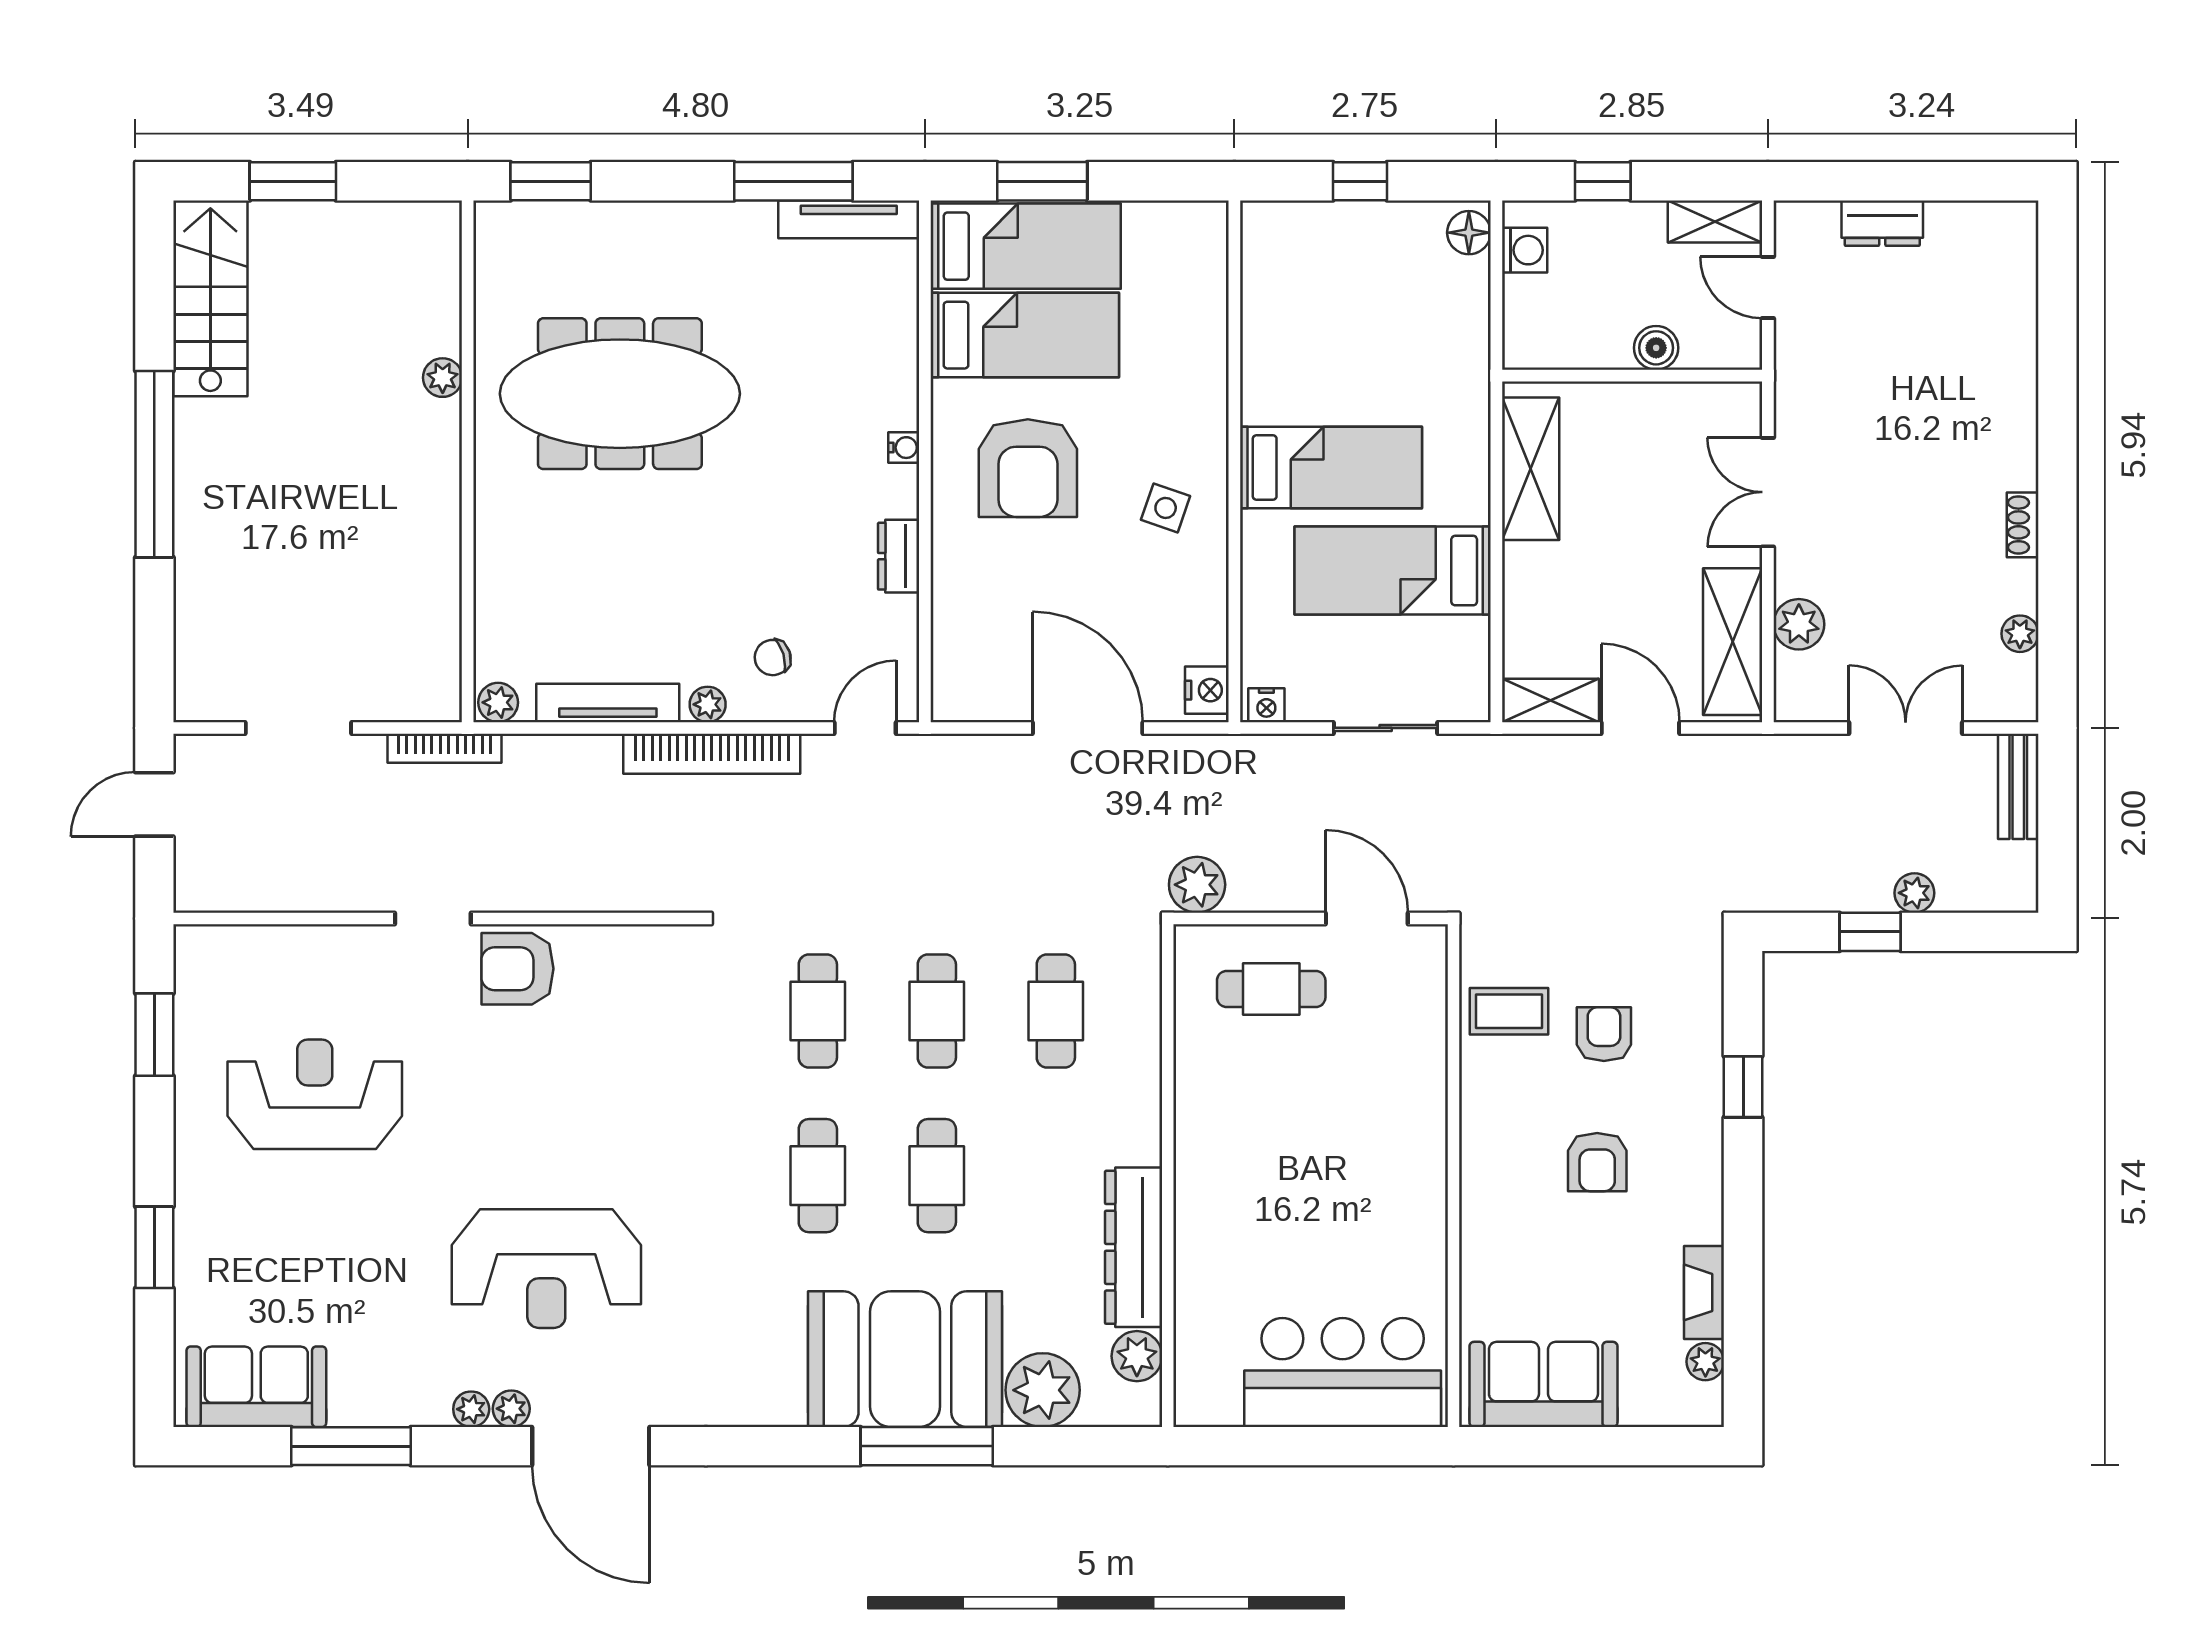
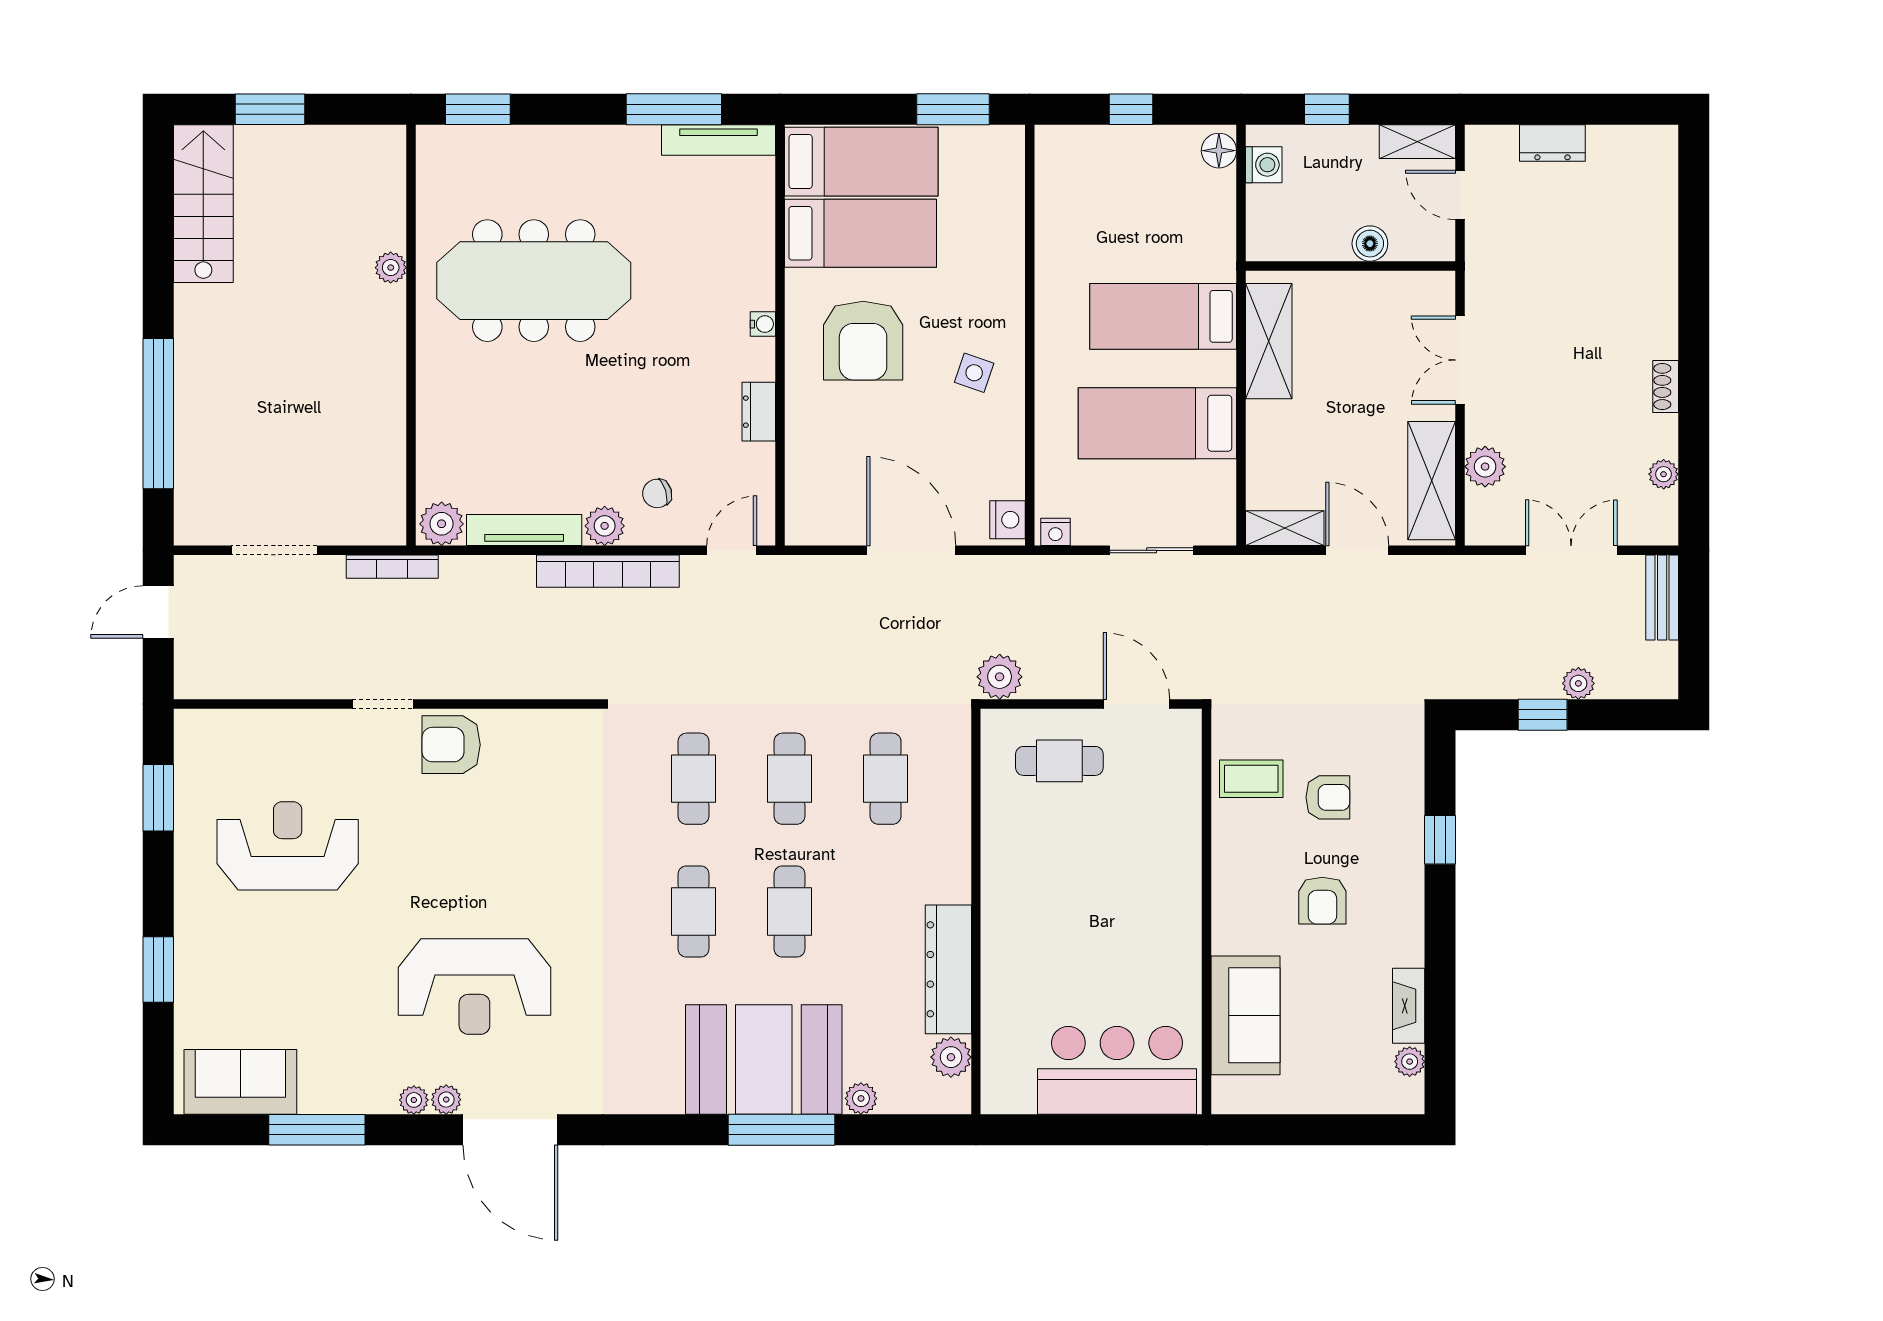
window: (1042, 181) -> (953, 109), moved
window: (154, 464) -> (158, 414), moved
bed: (1331, 467) -> (1163, 316), moved, turned 180
plant: (498, 702) -> (442, 524), width x1.38, depth x1.38
plant: (708, 704) -> (605, 526), width x1.38, depth x1.38
armchair: (1604, 1034) -> (1328, 797), turned 90
sofa: (1543, 1384) -> (1245, 1015), moved, turned 90
plant: (1043, 1390) -> (861, 1098), width x0.53, depth x0.53

